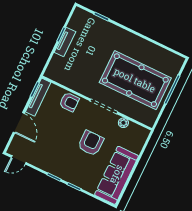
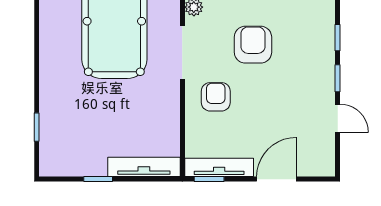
tv unit: (65, 42) -> (144, 167), moved, width x1.41
armchair: (69, 102) -> (216, 97), moved
armchair: (91, 143) -> (253, 45), turned 90
door: (19, 160) -> (338, 118), moved

